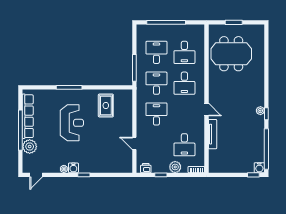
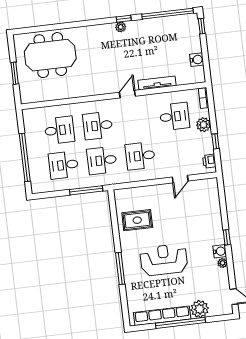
meeting table: (231, 54) -> (50, 55), moved, turned 90
desk: (184, 83) -> (98, 126), turned 180
water cooler: (259, 168) -> (197, 60), moved

